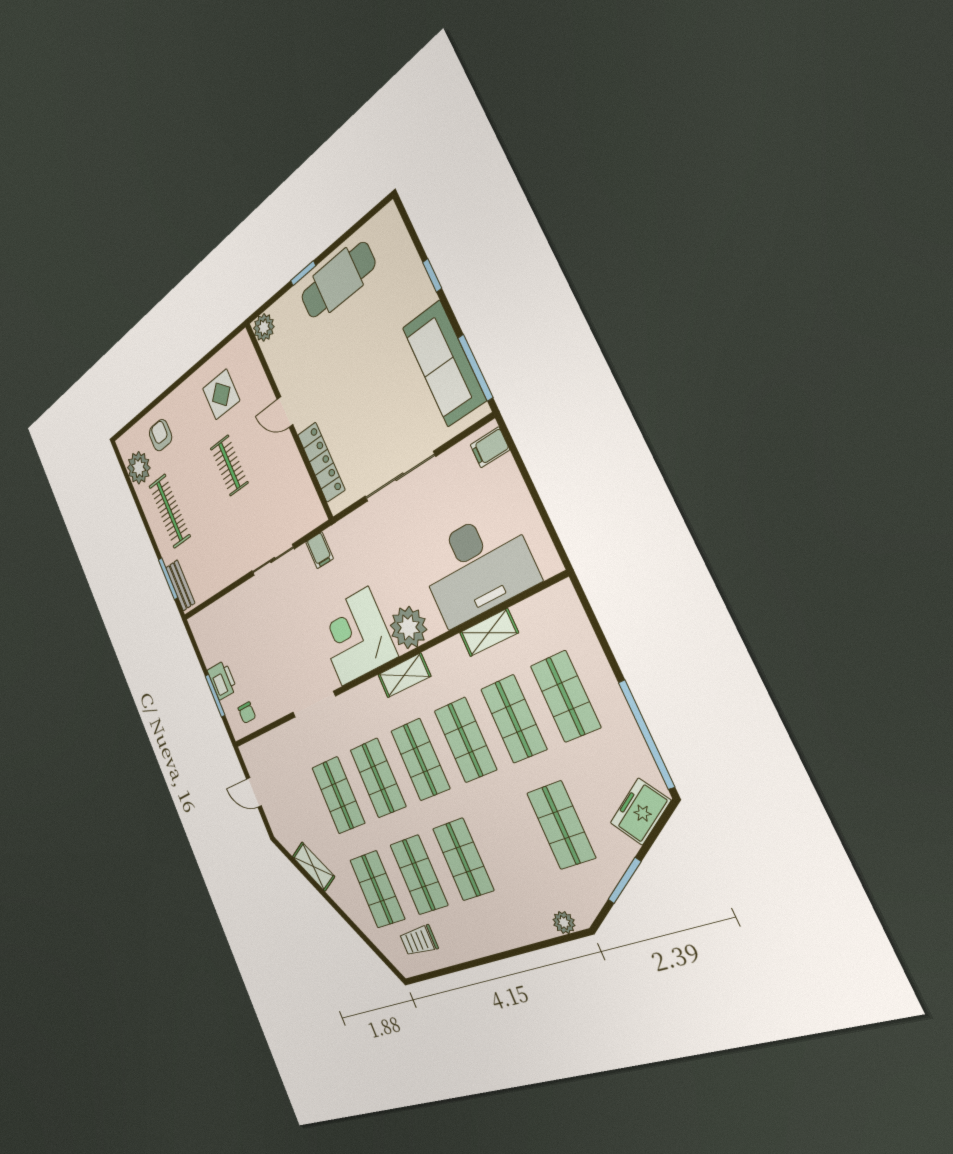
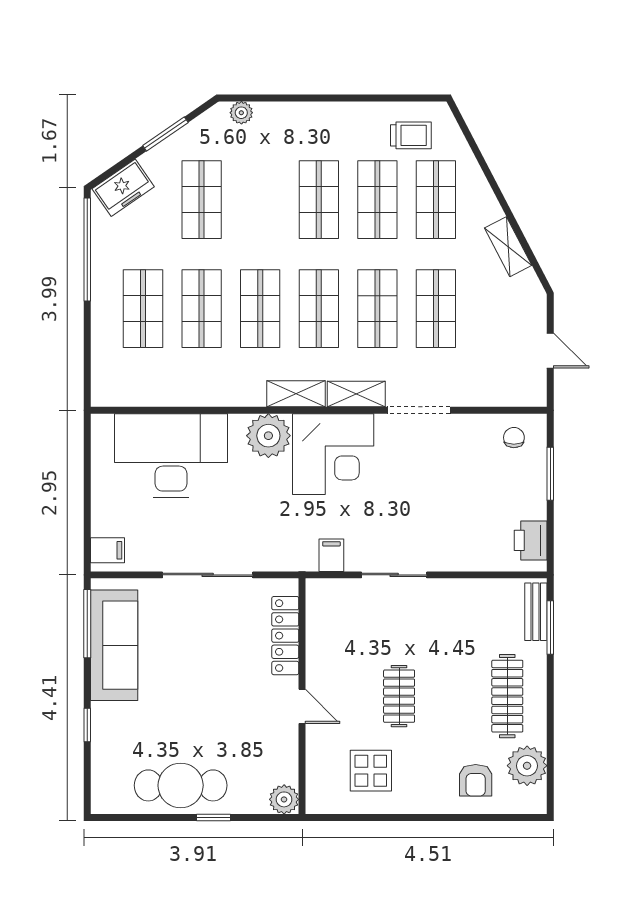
shelving: (489, 633) -> (356, 394), moved
printer: (222, 680) -> (531, 540), moved

